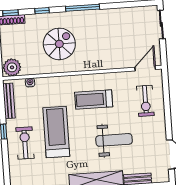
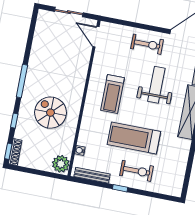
sliding door: (161, 24) -> (69, 12), moved
exercise bike: (145, 101) -> (147, 44), moved
exercise bike: (25, 143) -> (136, 171), turned 180

